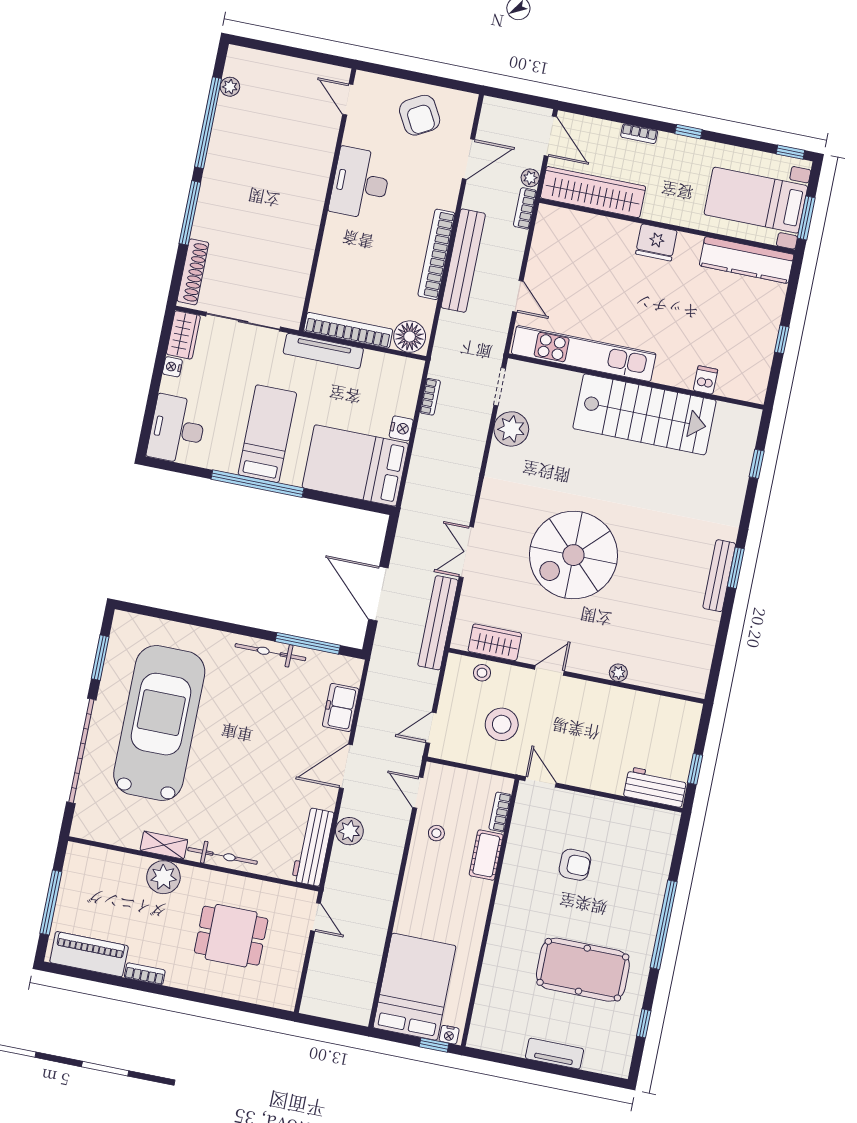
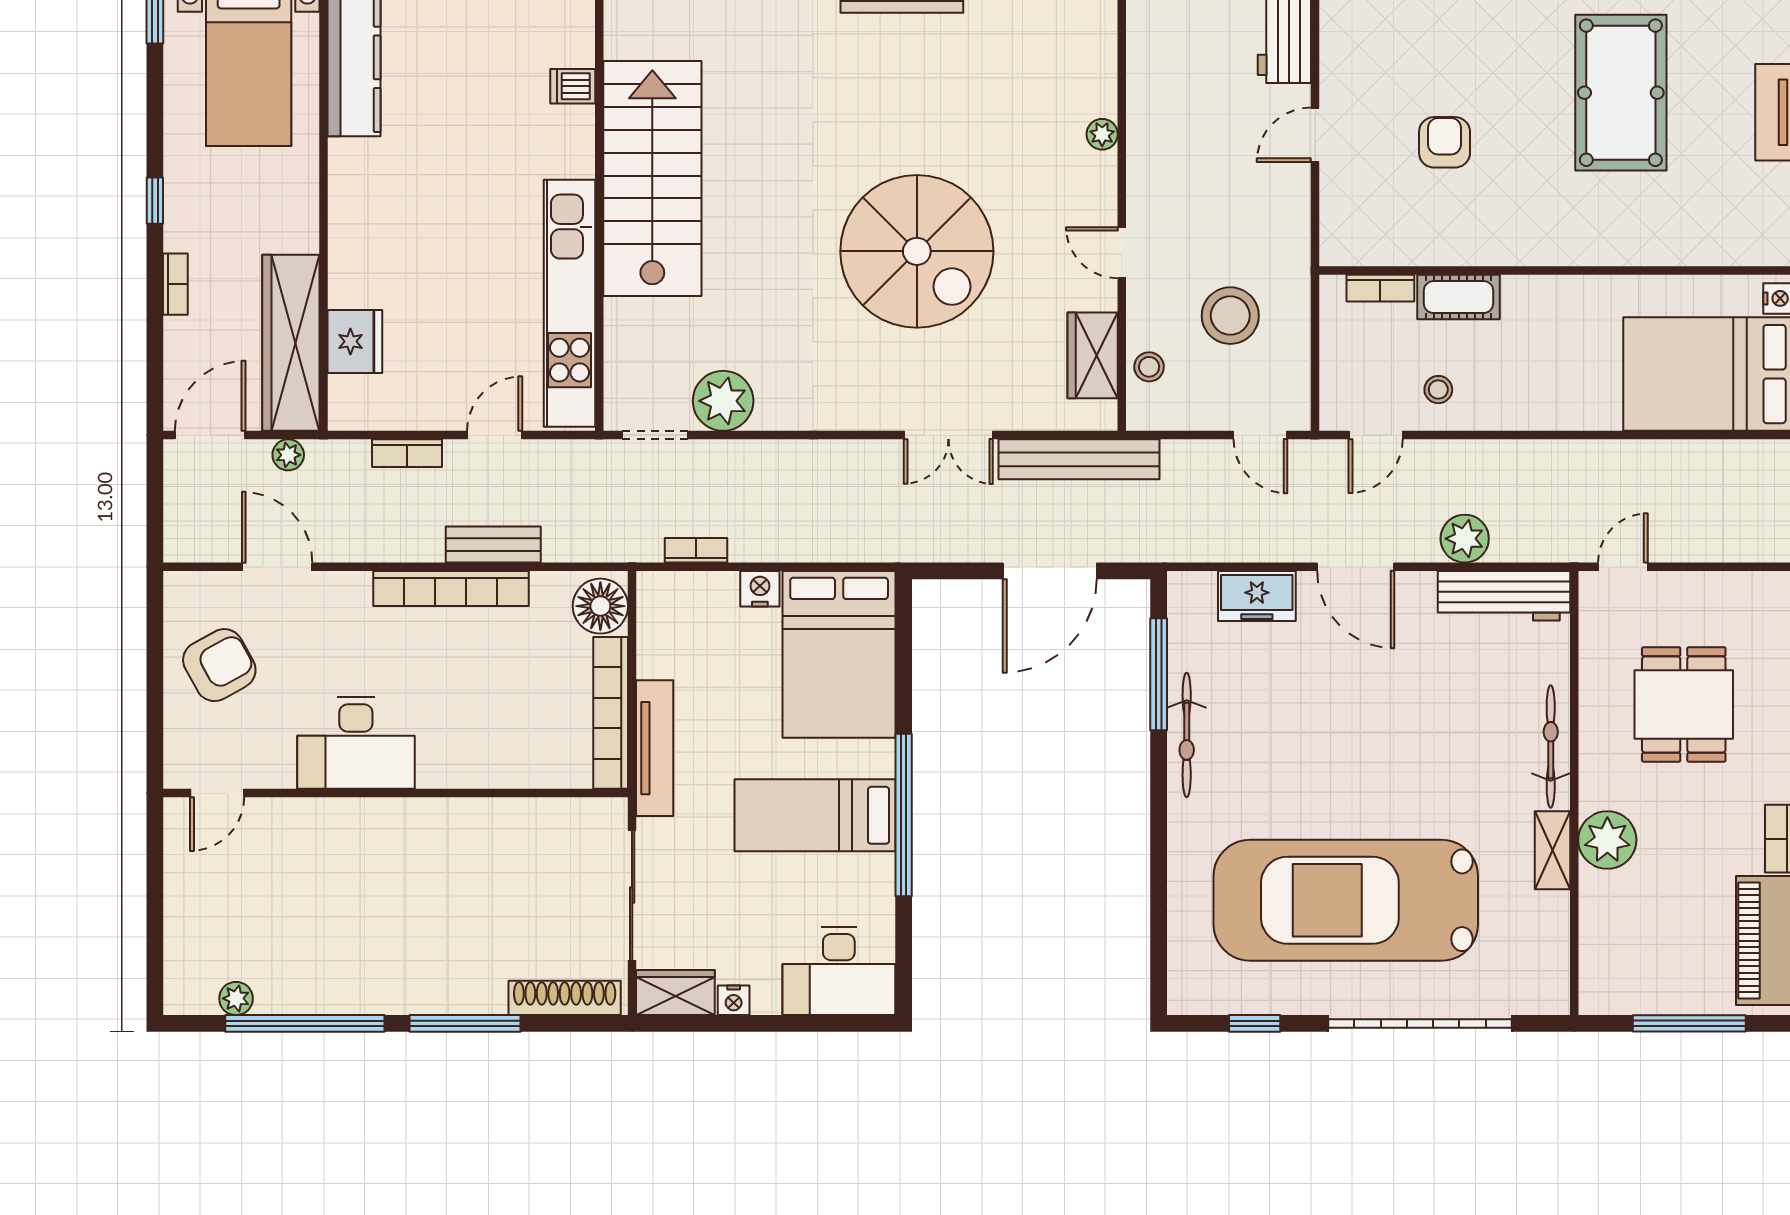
bookcase: (525, 208) -> (407, 453), moved
fridge: (656, 242) -> (355, 341), moved
bench: (463, 261) -> (493, 545), width x0.54, depth x0.82
window: (100, 658) -> (1255, 1023), width x0.67
door: (541, 782) -> (1315, 135), moved

